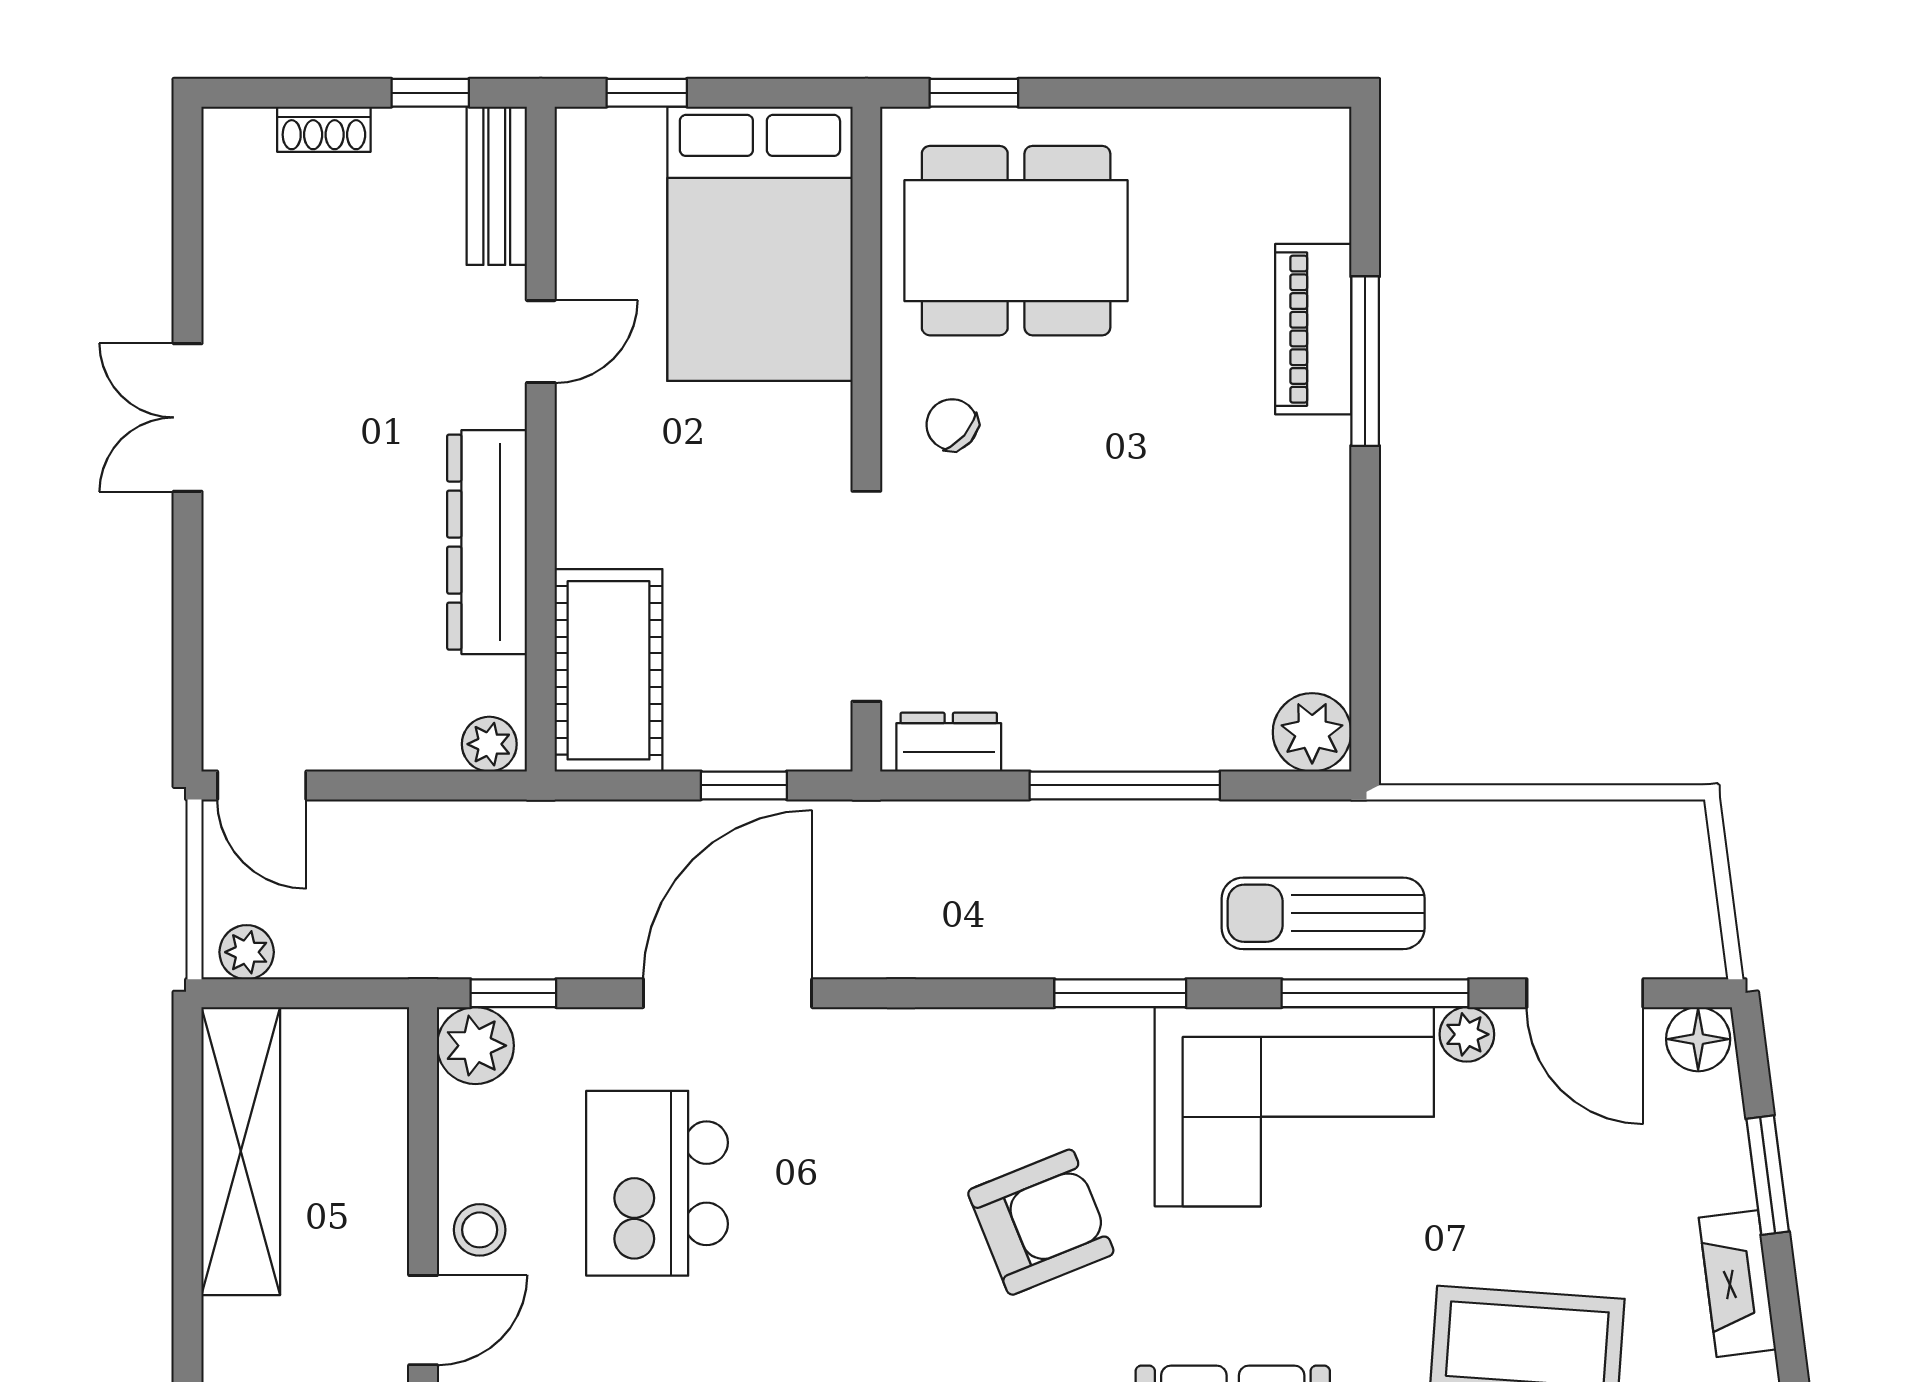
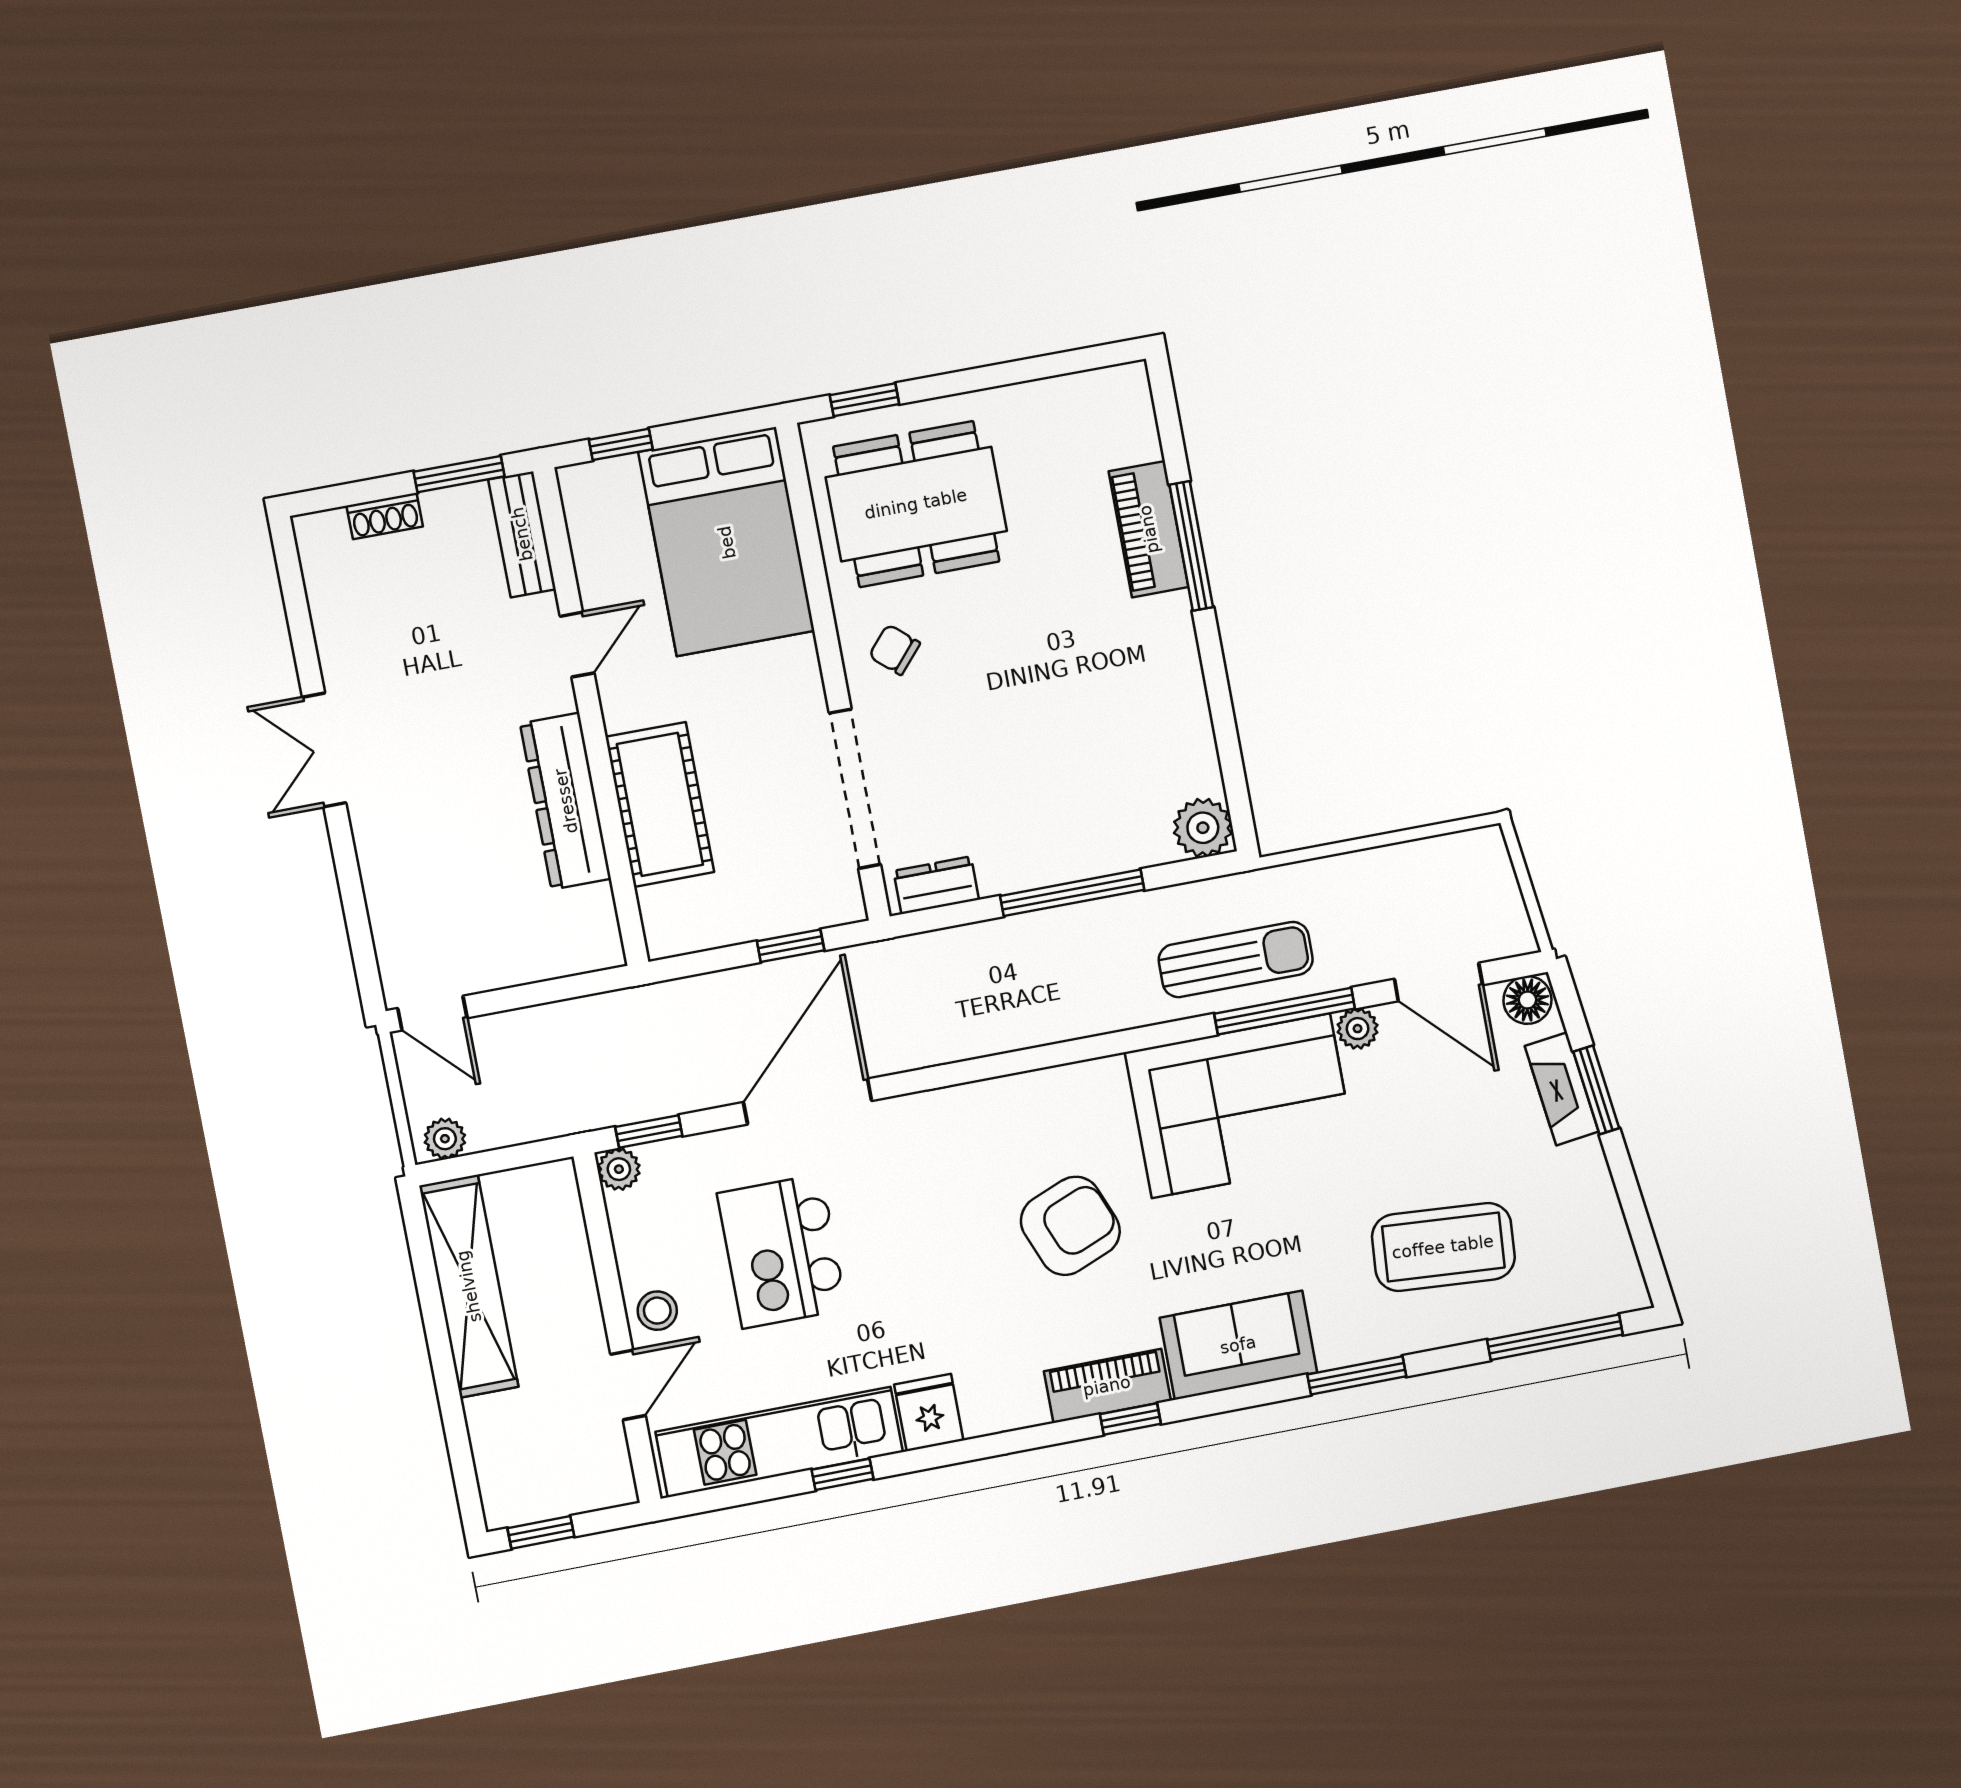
window: (430, 93) -> (459, 474), width x1.50
cot: (609, 670) -> (660, 804), moved
plant: (489, 744) -> (596, 951), removed
sun lounger: (1323, 913) -> (1236, 960), turned 180
window: (1120, 993) -> (1097, 1047), removed
plant: (475, 1046) -> (619, 1169), width x0.73, depth x0.73
fireplace: (1737, 1284) -> (1562, 1089), moved

